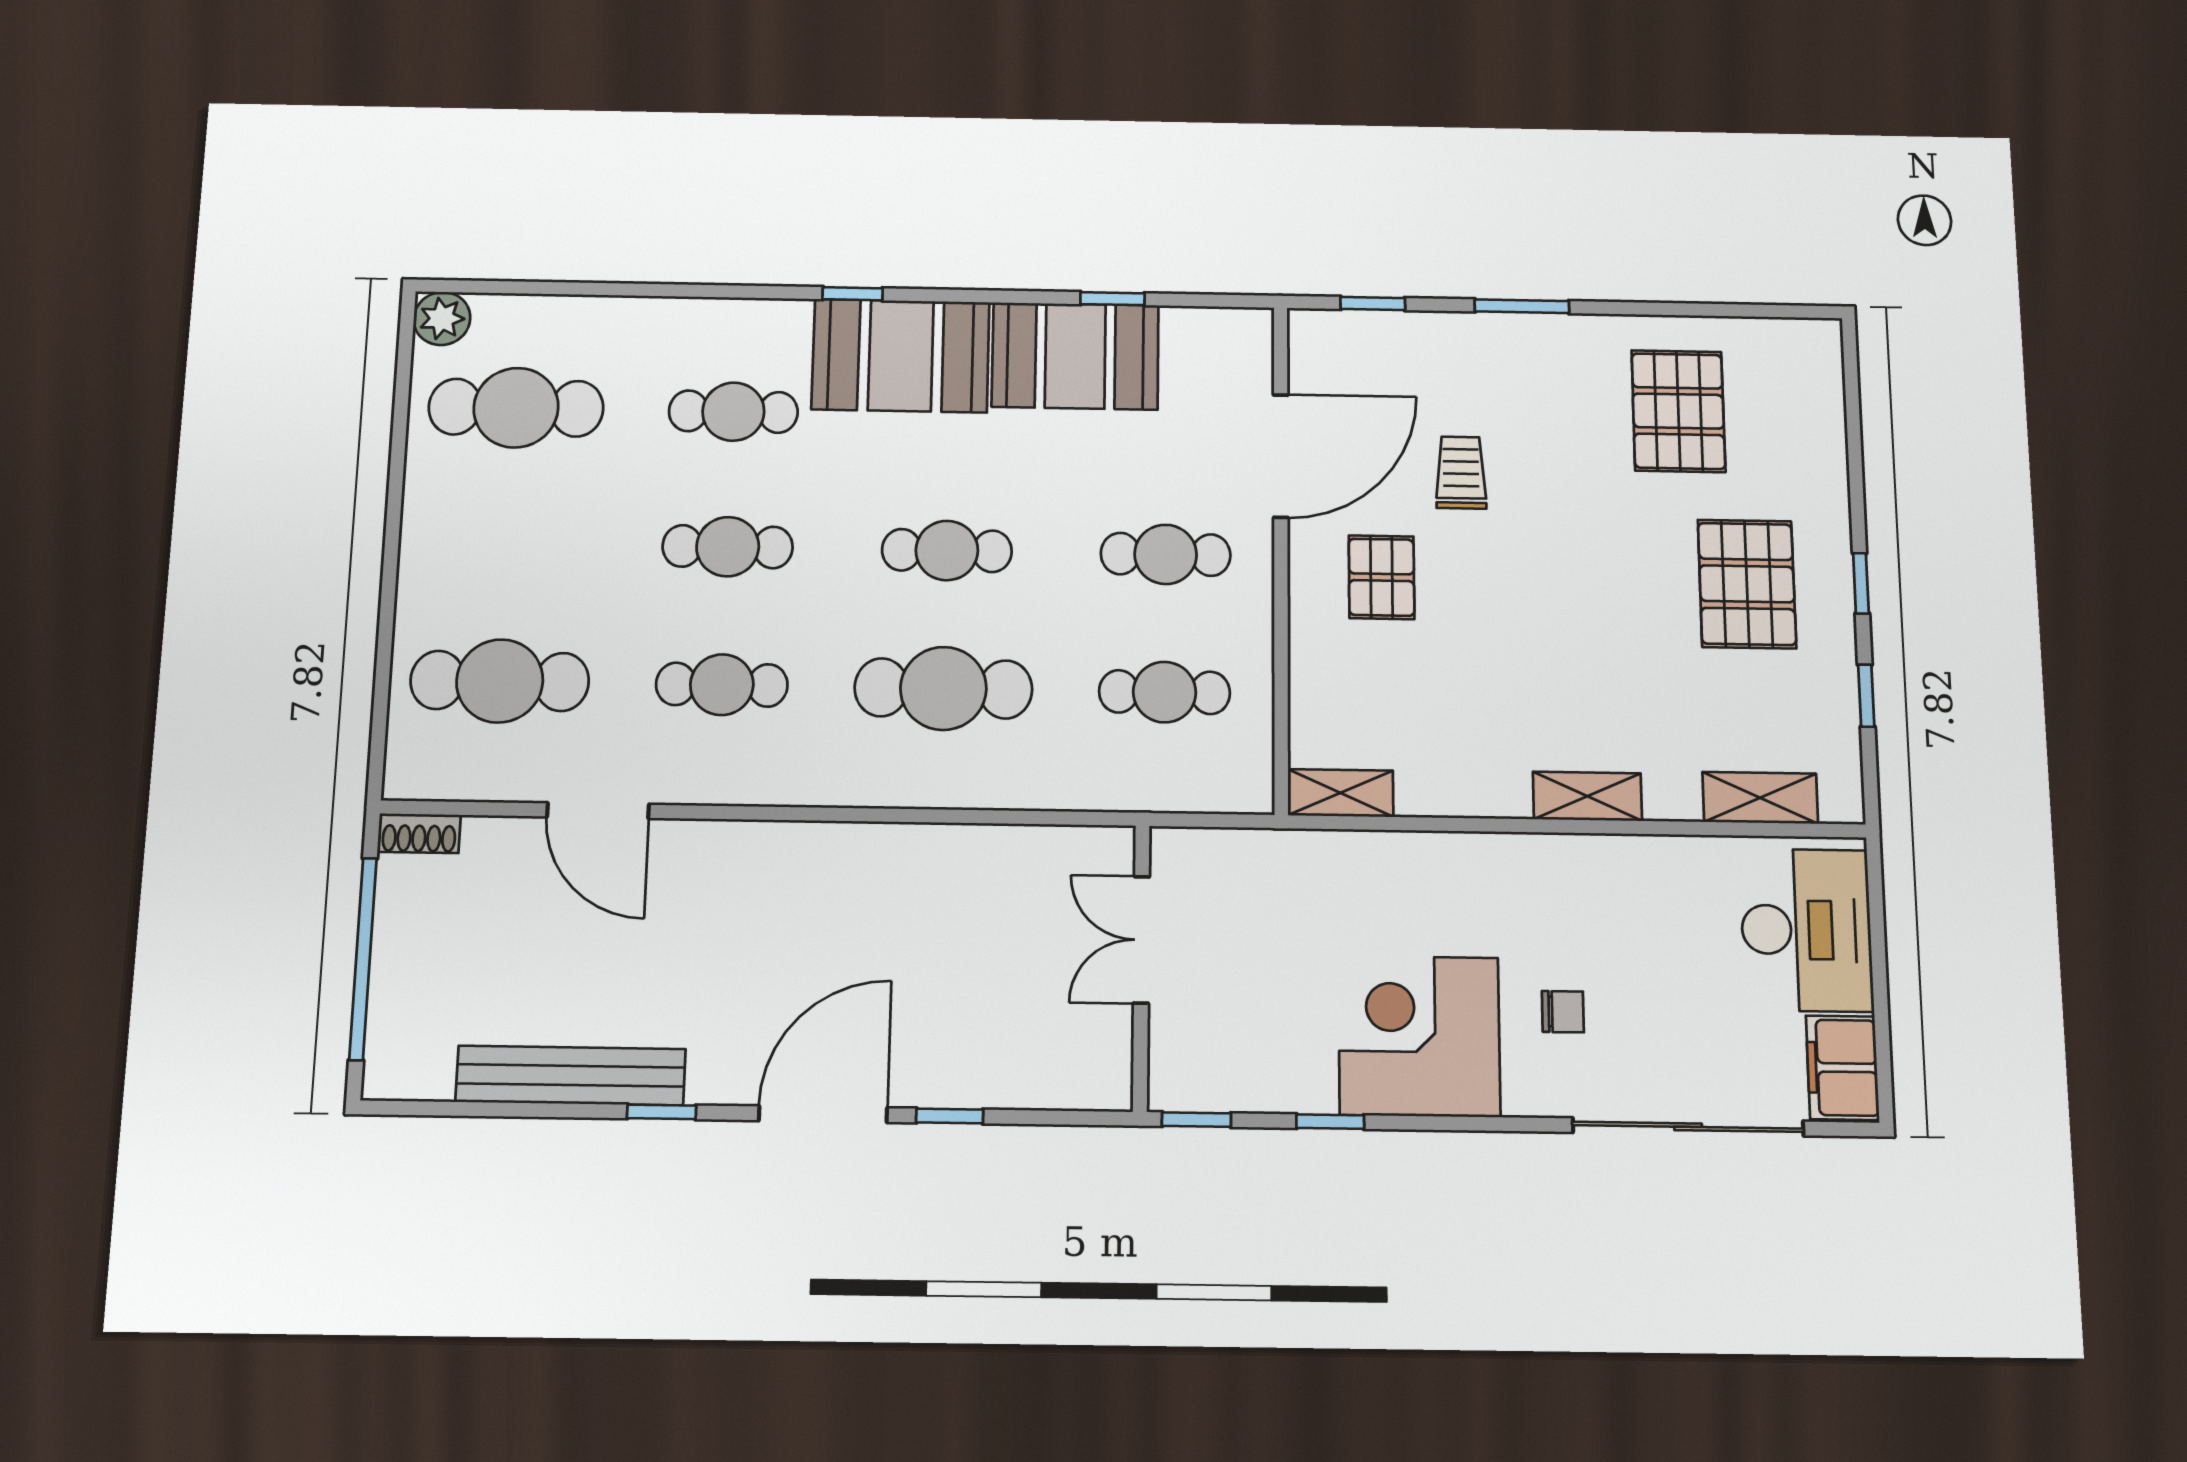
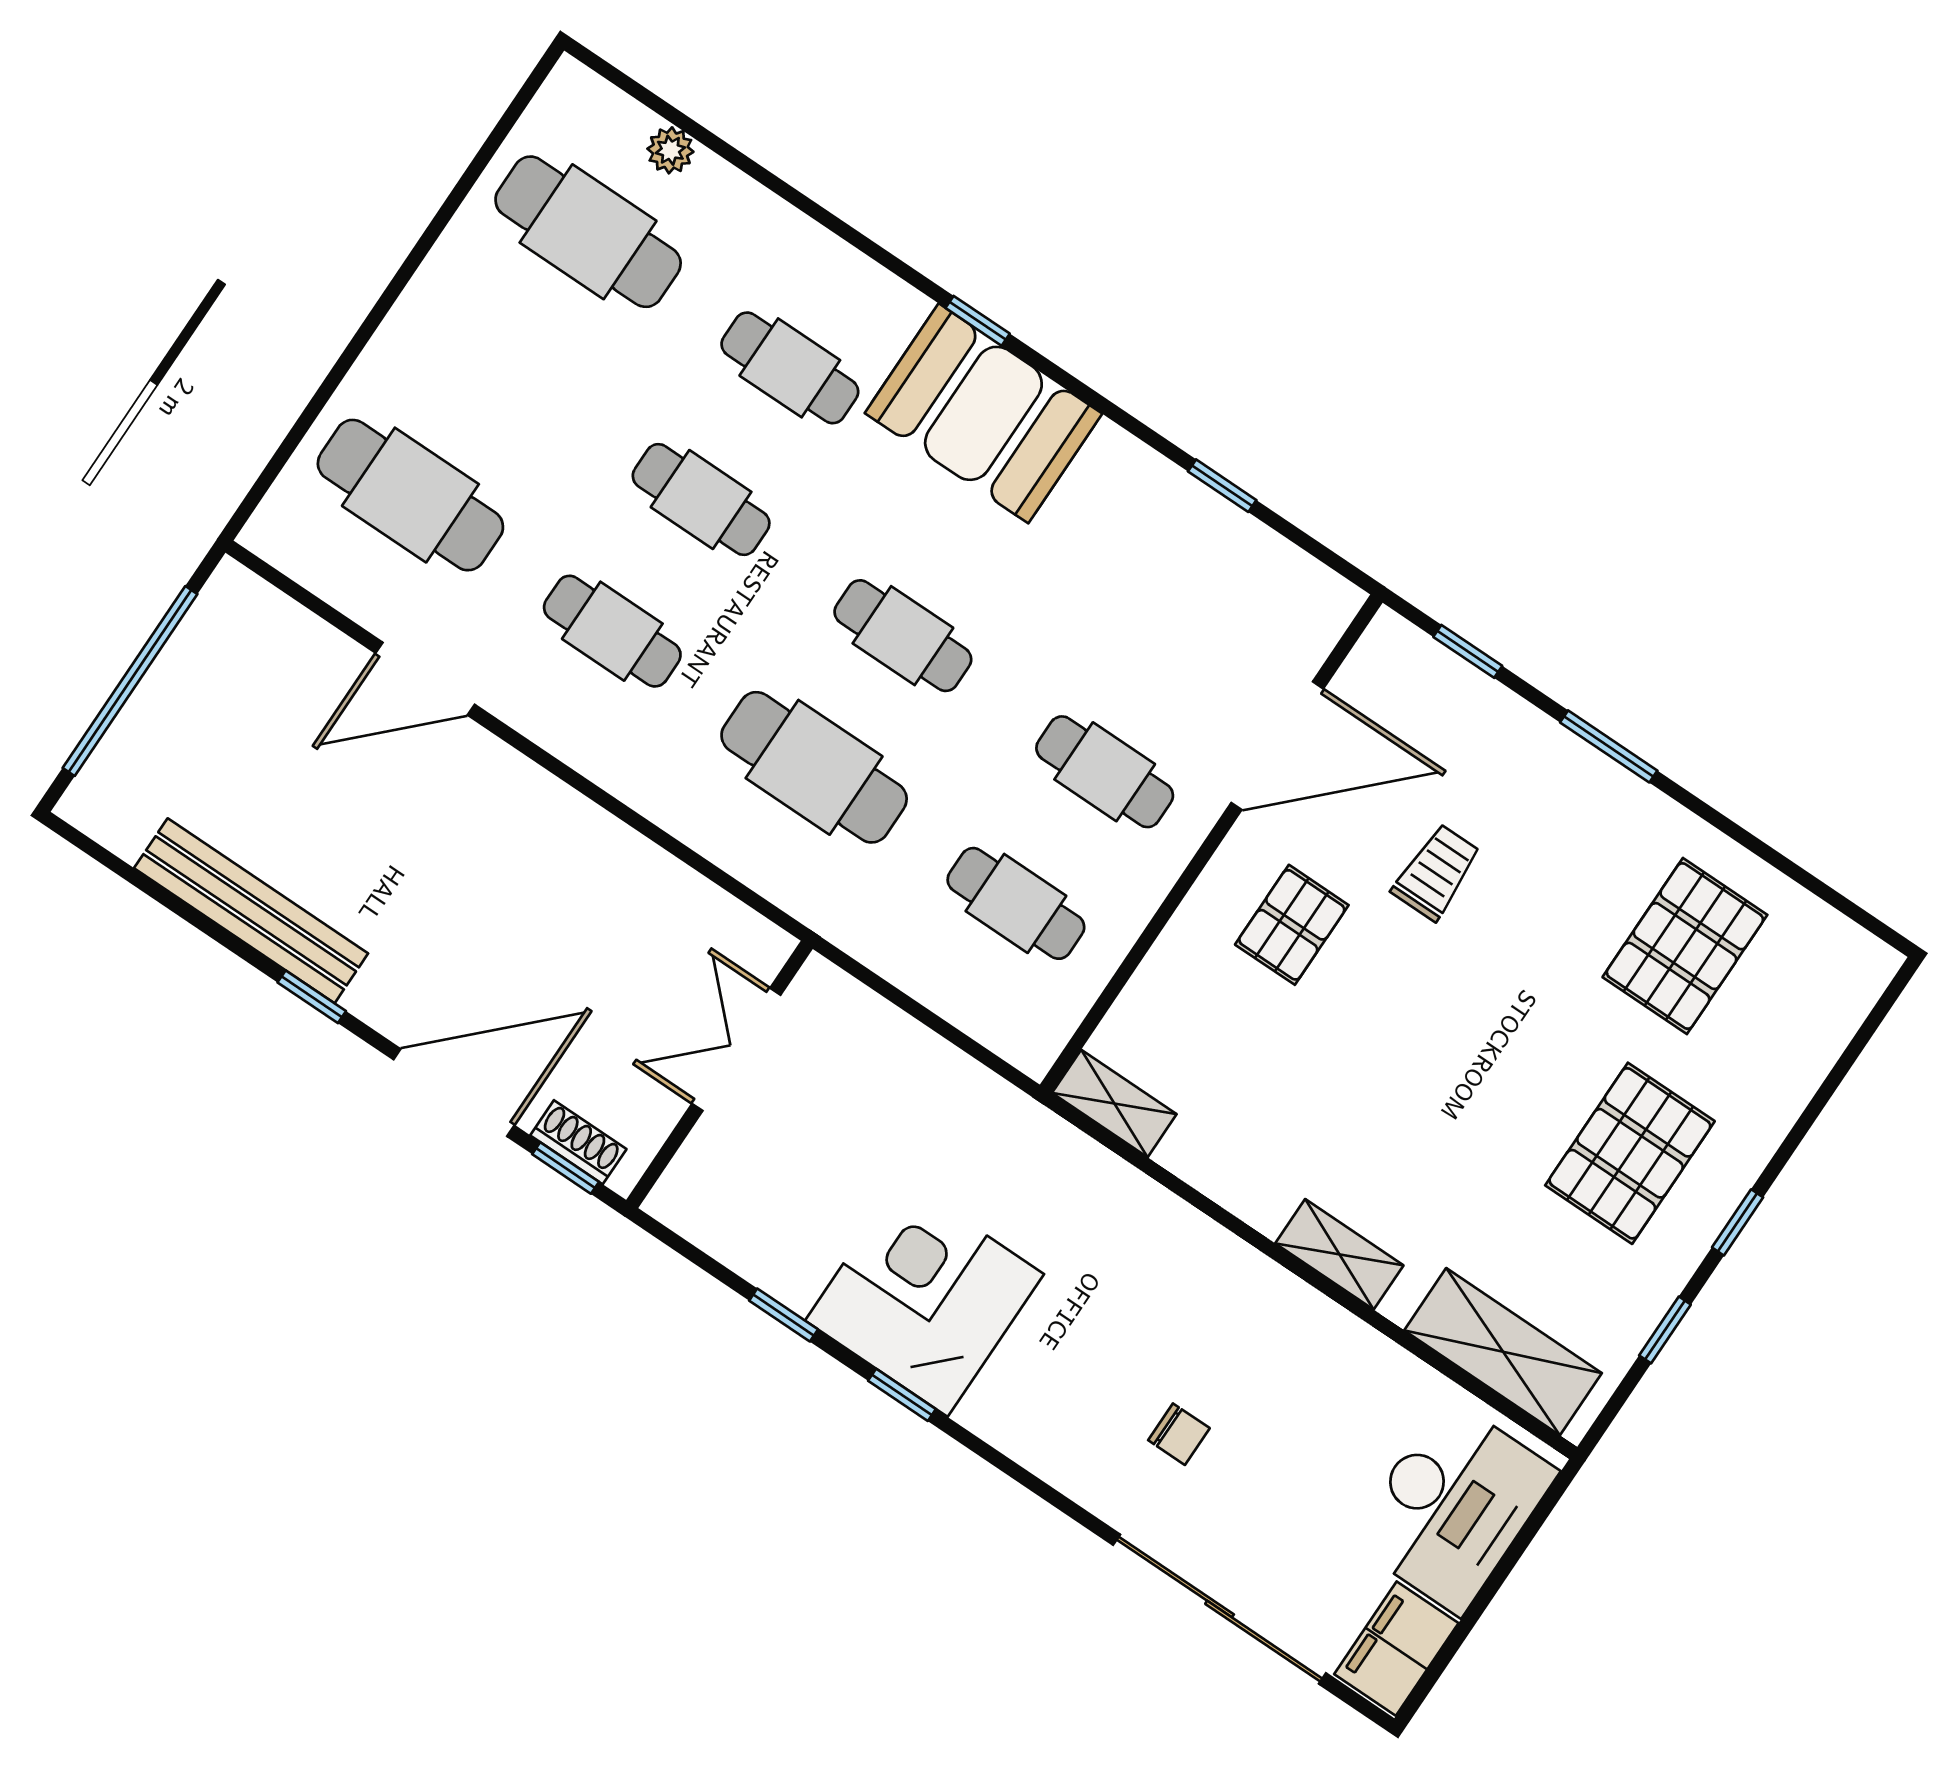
plant: (442, 319) -> (670, 150), moved, width x0.73, depth x0.73
booth: (1075, 356) -> (1149, 521), removed
shelving: (1760, 798) -> (1503, 1352), width x1.50, depth x1.33
door: (598, 811) -> (425, 679), hinge flipped
shoe rack: (419, 833) -> (578, 1142), moved, turned 180
double door: (1141, 940) -> (736, 1049), moved
wall: (1141, 967) -> (719, 1074), moved
corner desk: (1419, 1036) -> (924, 1297), moved

